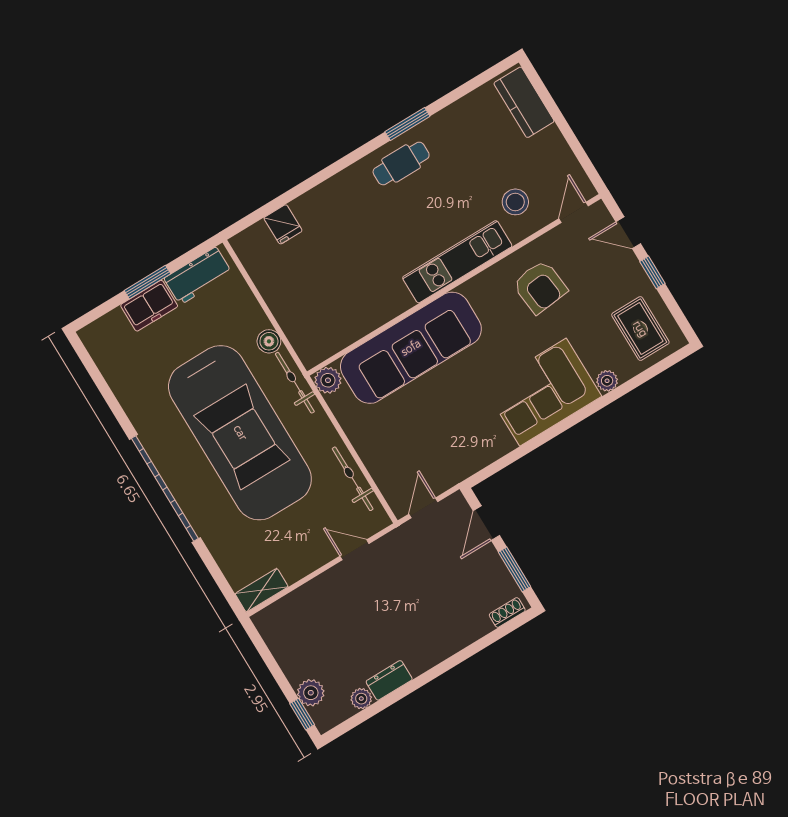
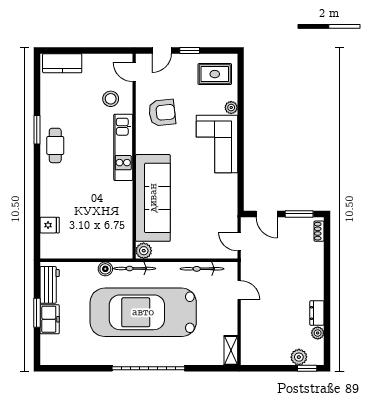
car: (240, 433) -> (143, 312), turned 180
door: (354, 550) -> (239, 290), swing flipped

